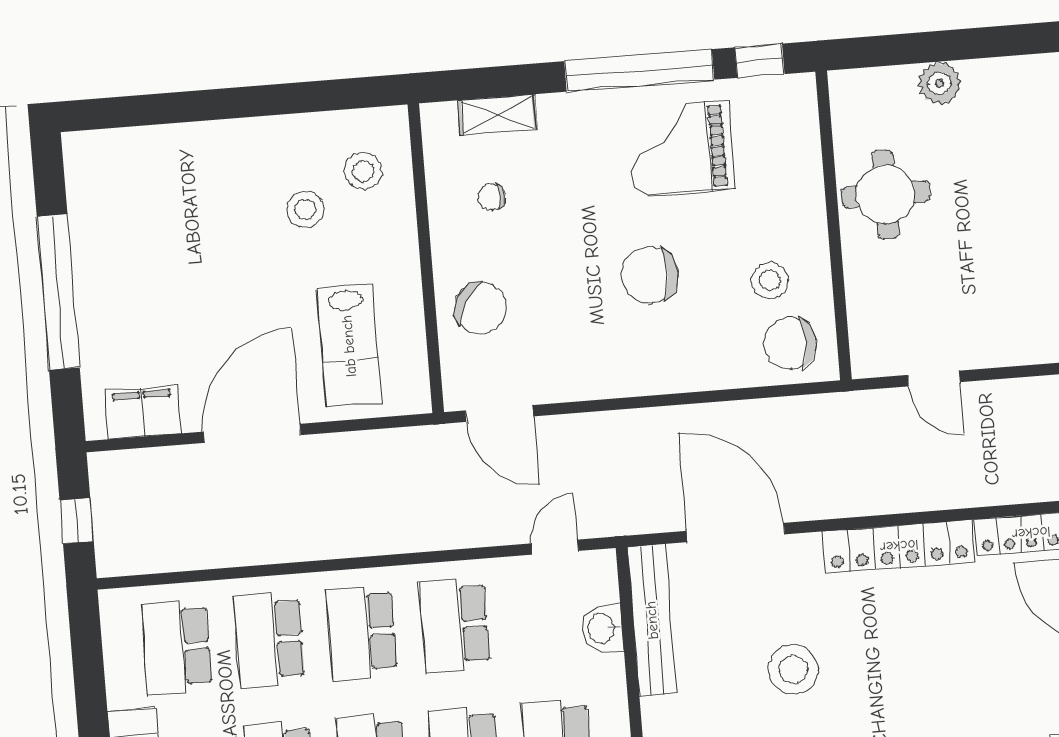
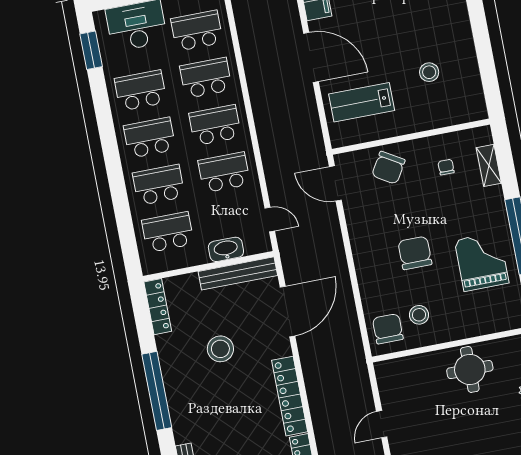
stool: (363, 171) -> (452, 100), removed
door: (934, 379) -> (382, 424), moved
door: (499, 413) -> (335, 183), hinge flipped
washbasin: (602, 629) -> (226, 249), width x1.38

